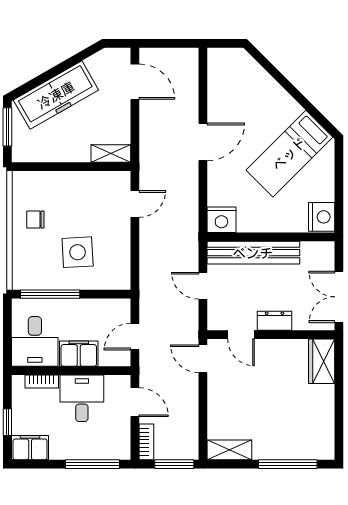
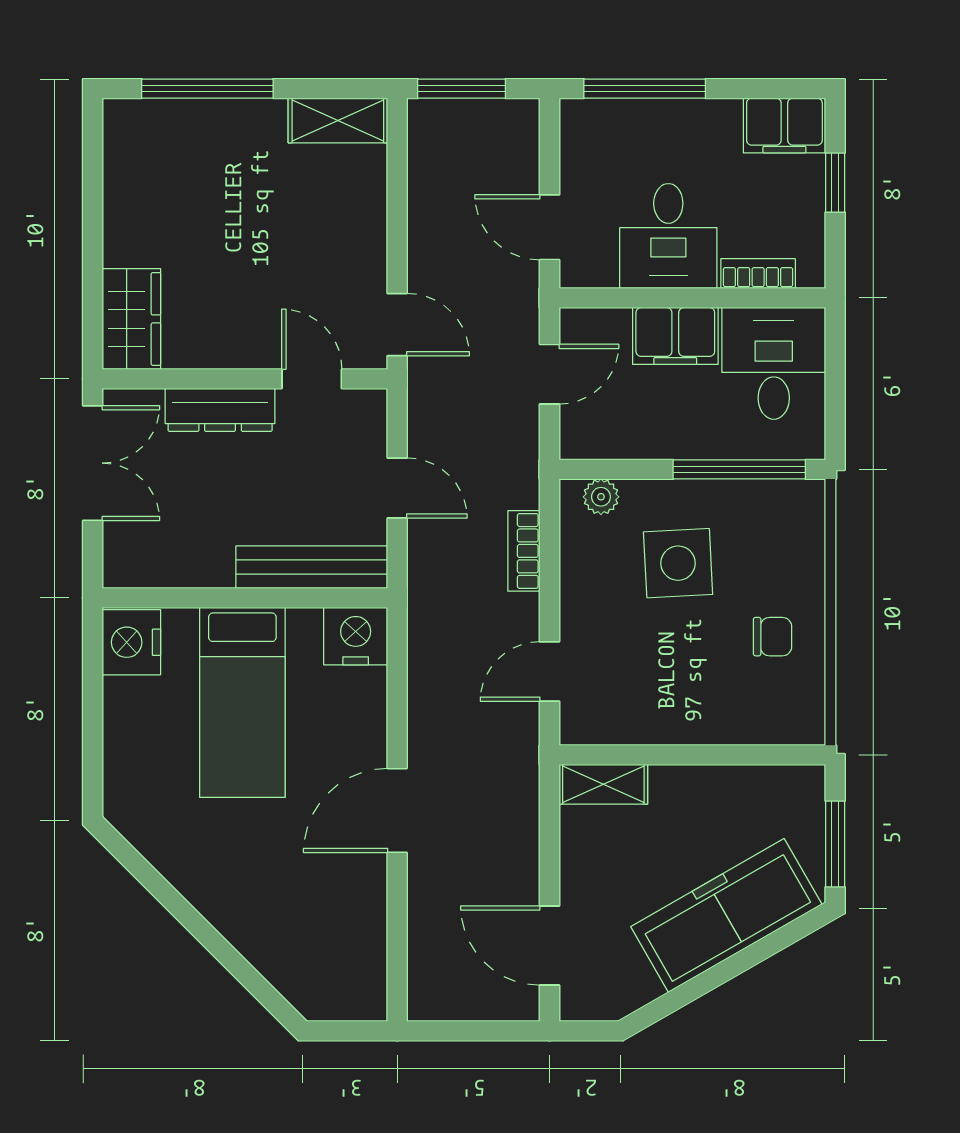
bed: (289, 154) -> (242, 702), moved, turned 135
bench: (253, 253) -> (312, 567), width x0.73, depth x0.82
plant: (112, 282) -> (601, 497), added
dresser: (275, 321) -> (220, 410), width x1.44
bookcase: (146, 442) -> (524, 551), moved

